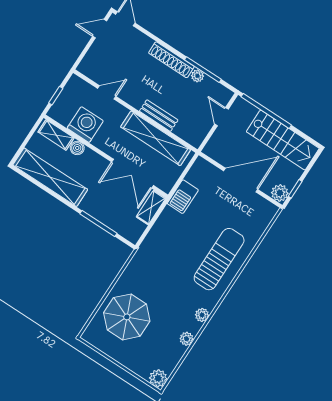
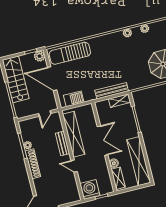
door: (107, 92) -> (74, 166), moved
door: (221, 117) -> (45, 113), moved
washing machine: (85, 125) -> (90, 190), moved, turned 90
double door: (133, 174) -> (103, 141), moved
barbecue: (183, 197) -> (74, 99), moved
shelving: (151, 207) -> (119, 101), moved
bench: (158, 230) -> (112, 91), added
sun lounger: (219, 259) -> (70, 53), moved

